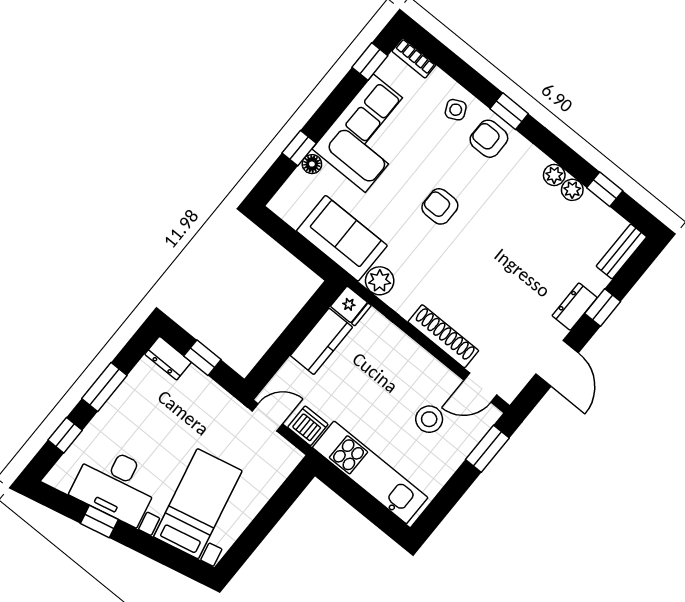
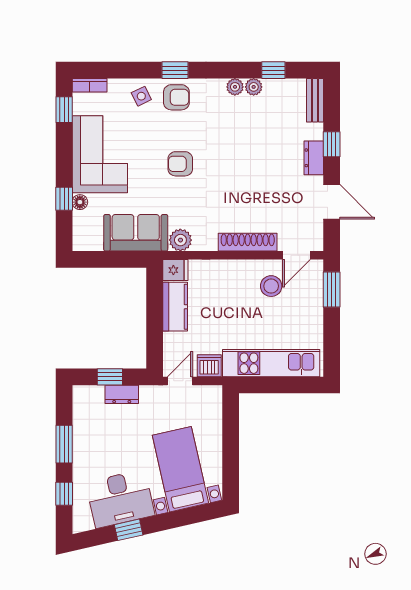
armchair: (489, 139) -> (176, 97), turned 180
dresser: (168, 358) -> (122, 394), moved
stool: (429, 419) -> (271, 286), moved

